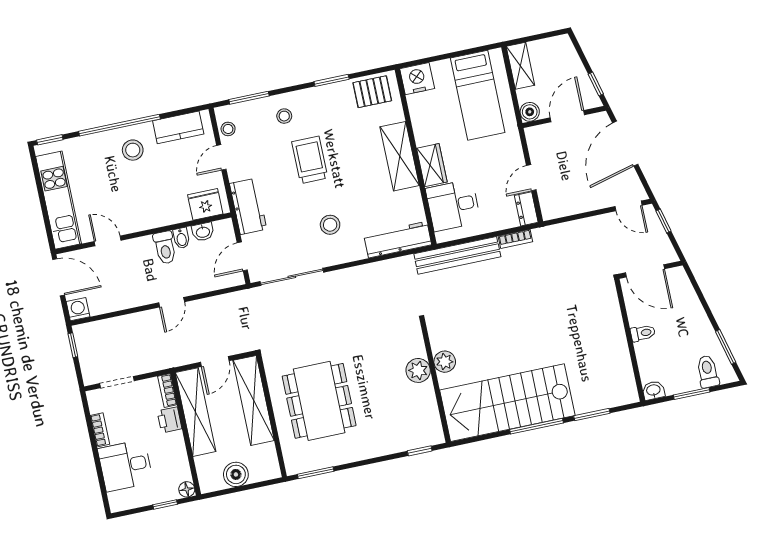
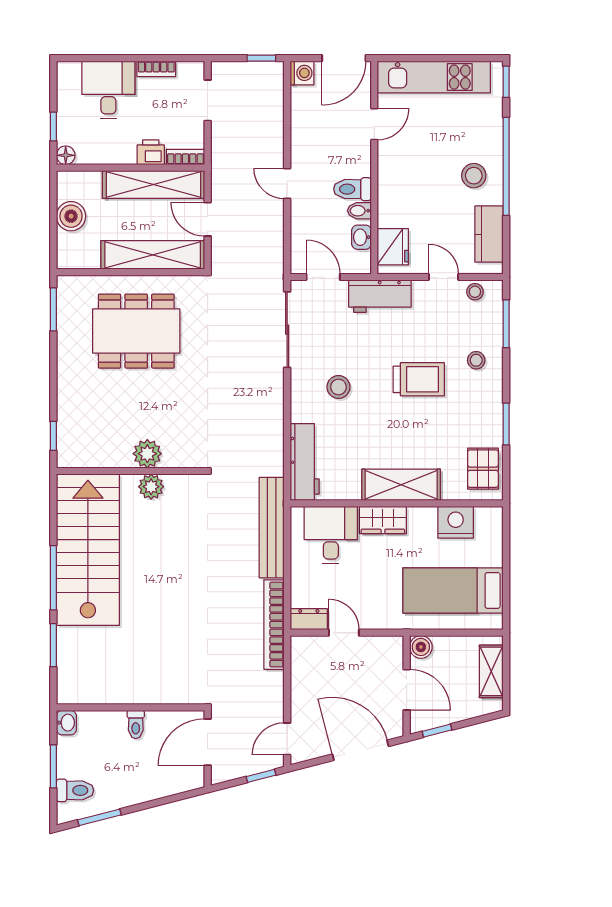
shelving: (520, 66) -> (491, 671), moved, turned 90
nightstand: (417, 79) -> (456, 522), moved, turned -90
bookcase: (515, 239) -> (274, 625), width x2.31, depth x1.31

